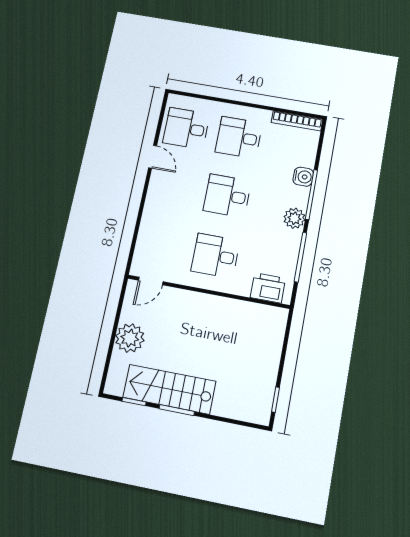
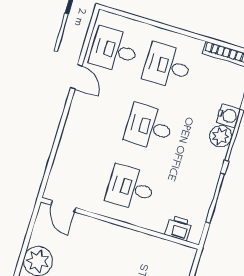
plant: (294, 218) -> (221, 136), moved
door: (151, 281) -> (63, 206), hinge flipped
printer: (268, 288) -> (179, 228), width x0.73, depth x0.81

